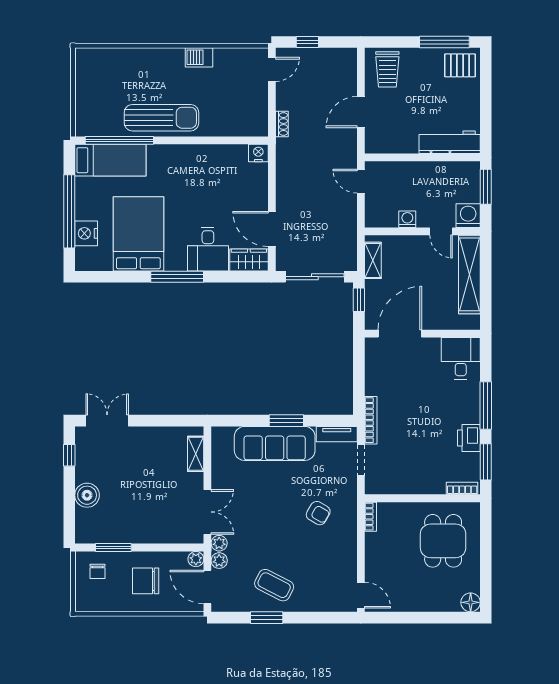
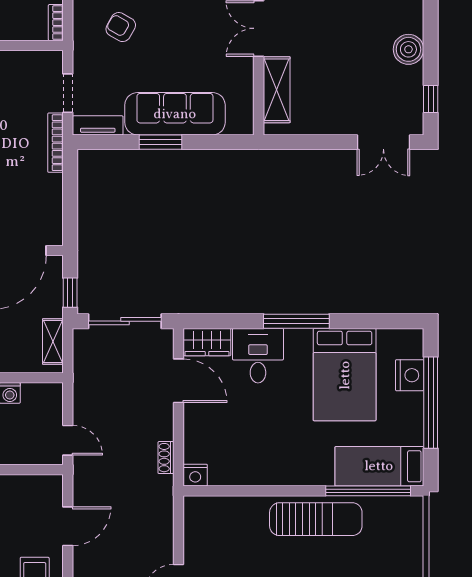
sun lounger: (161, 118) -> (316, 519), turned 180
shoe rack: (282, 124) -> (166, 458), moved
shelving: (196, 454) -> (277, 90), width x1.50, depth x1.33

